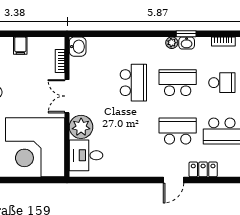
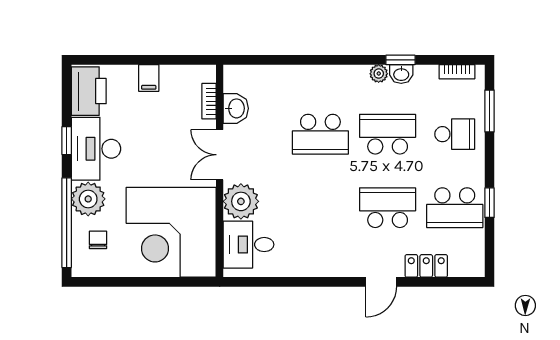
washbasin: (78, 47) -> (236, 108), moved
school desk: (133, 83) -> (320, 134), turned 90

